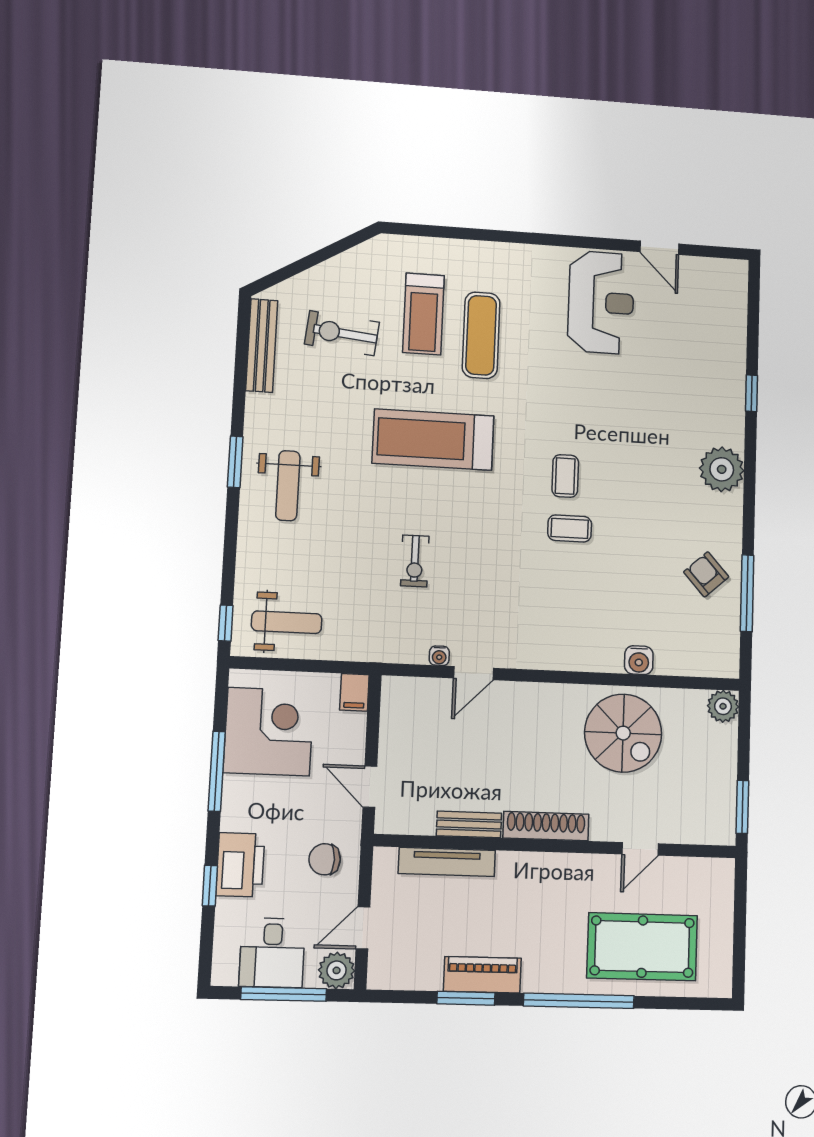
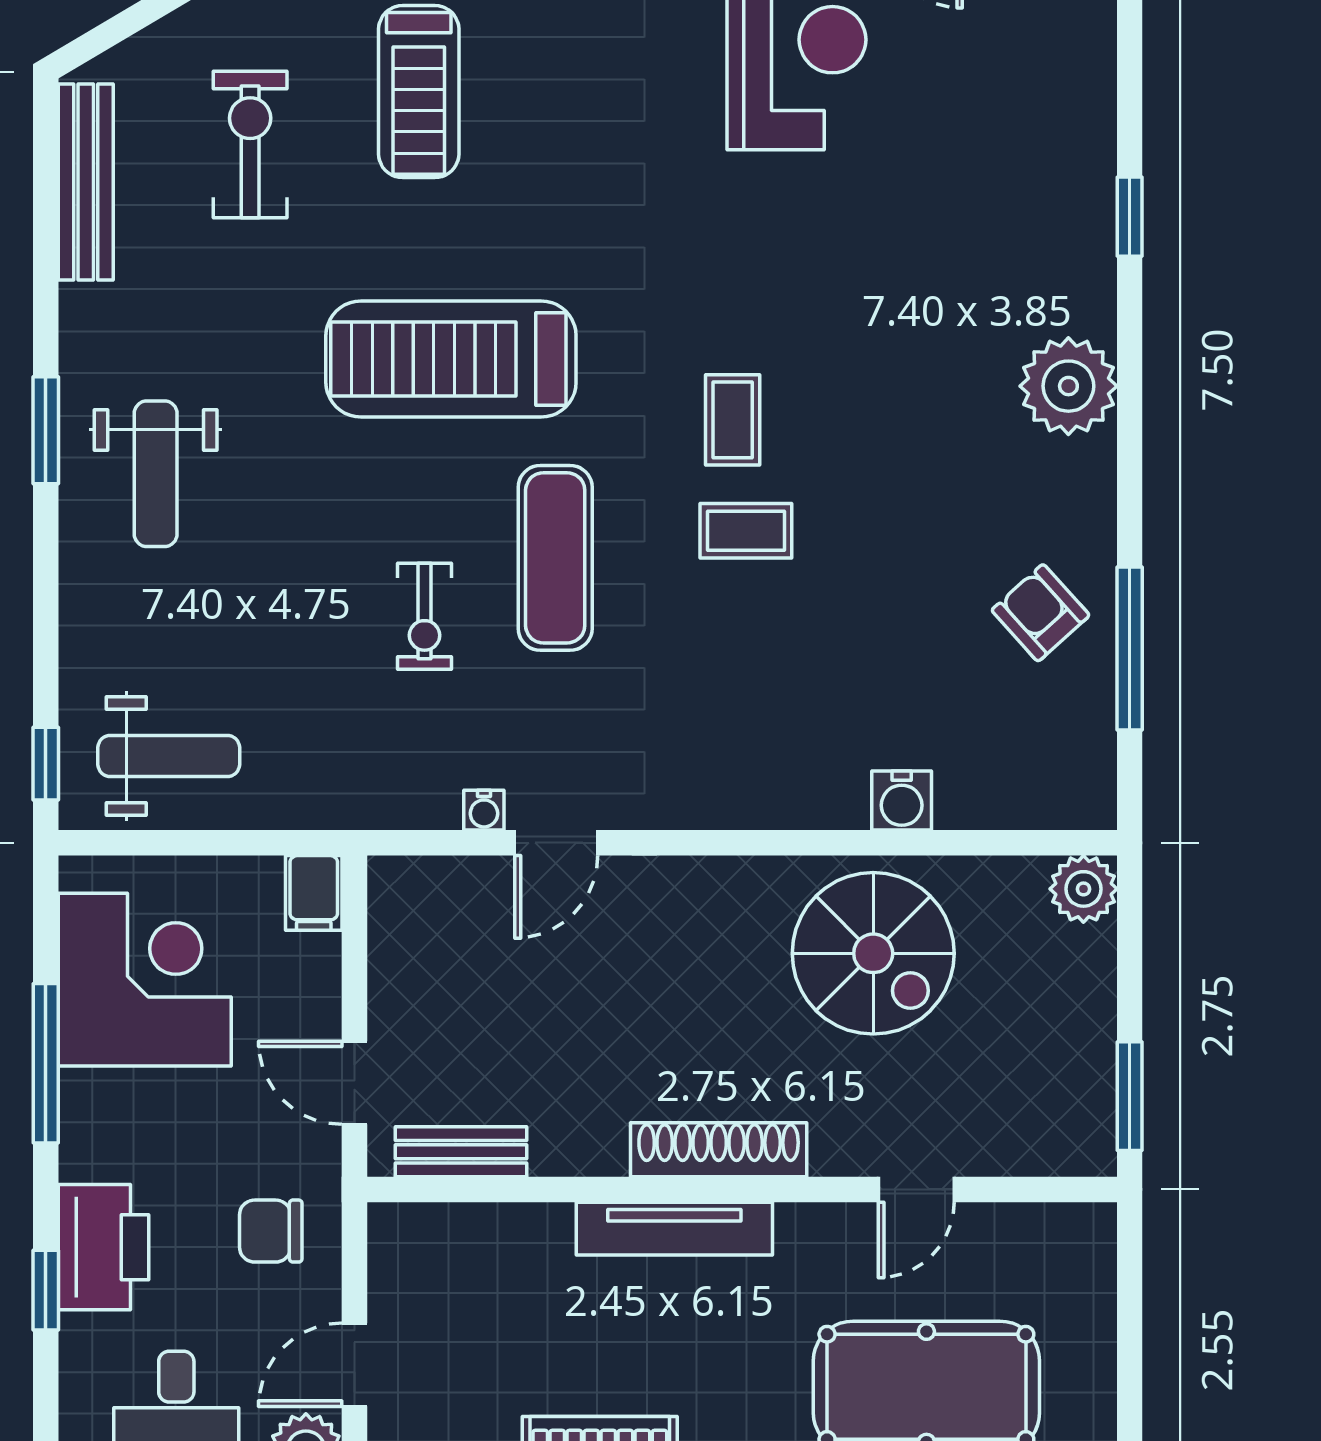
exercise bike: (342, 333) -> (250, 145), turned 84
exercise mat: (481, 335) -> (555, 558), moved
bench: (469, 824) -> (461, 1152), moved
tv unit: (447, 862) -> (674, 1229), moved

